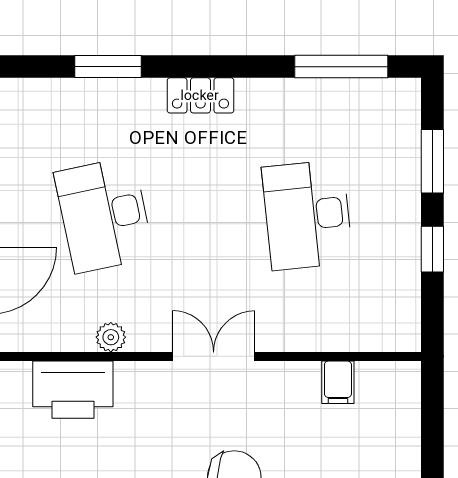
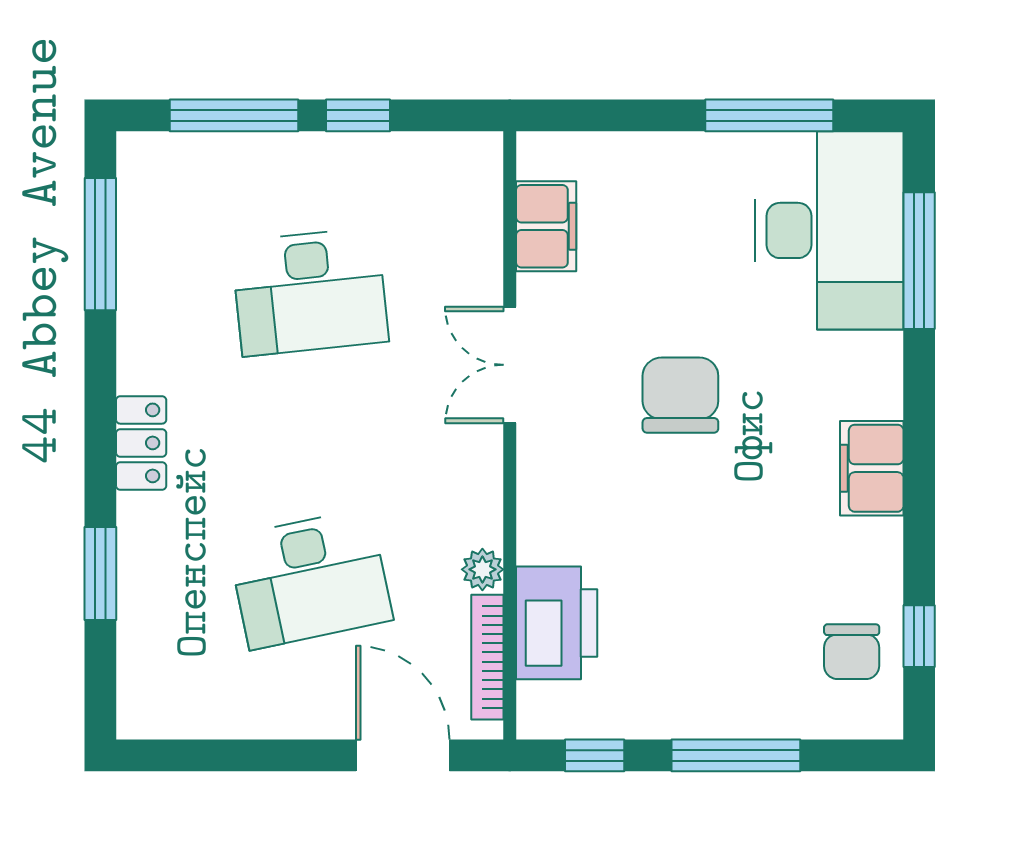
window: (432, 161) -> (234, 115), width x1.44
bookcase: (49, 341) -> (487, 657), added
double door: (214, 356) -> (510, 365), moved
filing cabinet: (338, 382) -> (546, 226), width x2.00

